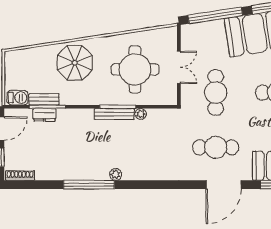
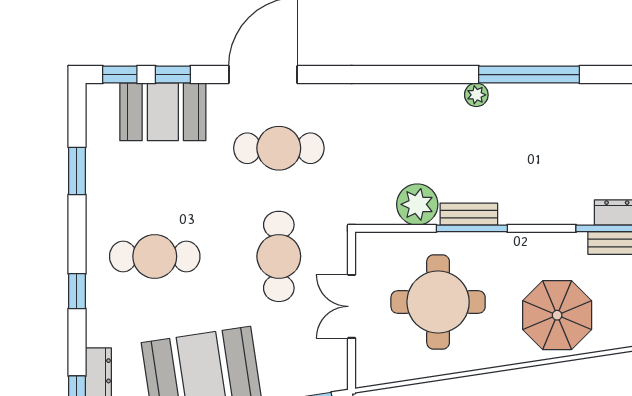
bench: (114, 114) -> (469, 214), width x0.73
plant: (141, 114) -> (417, 204), width x1.88, depth x1.88

